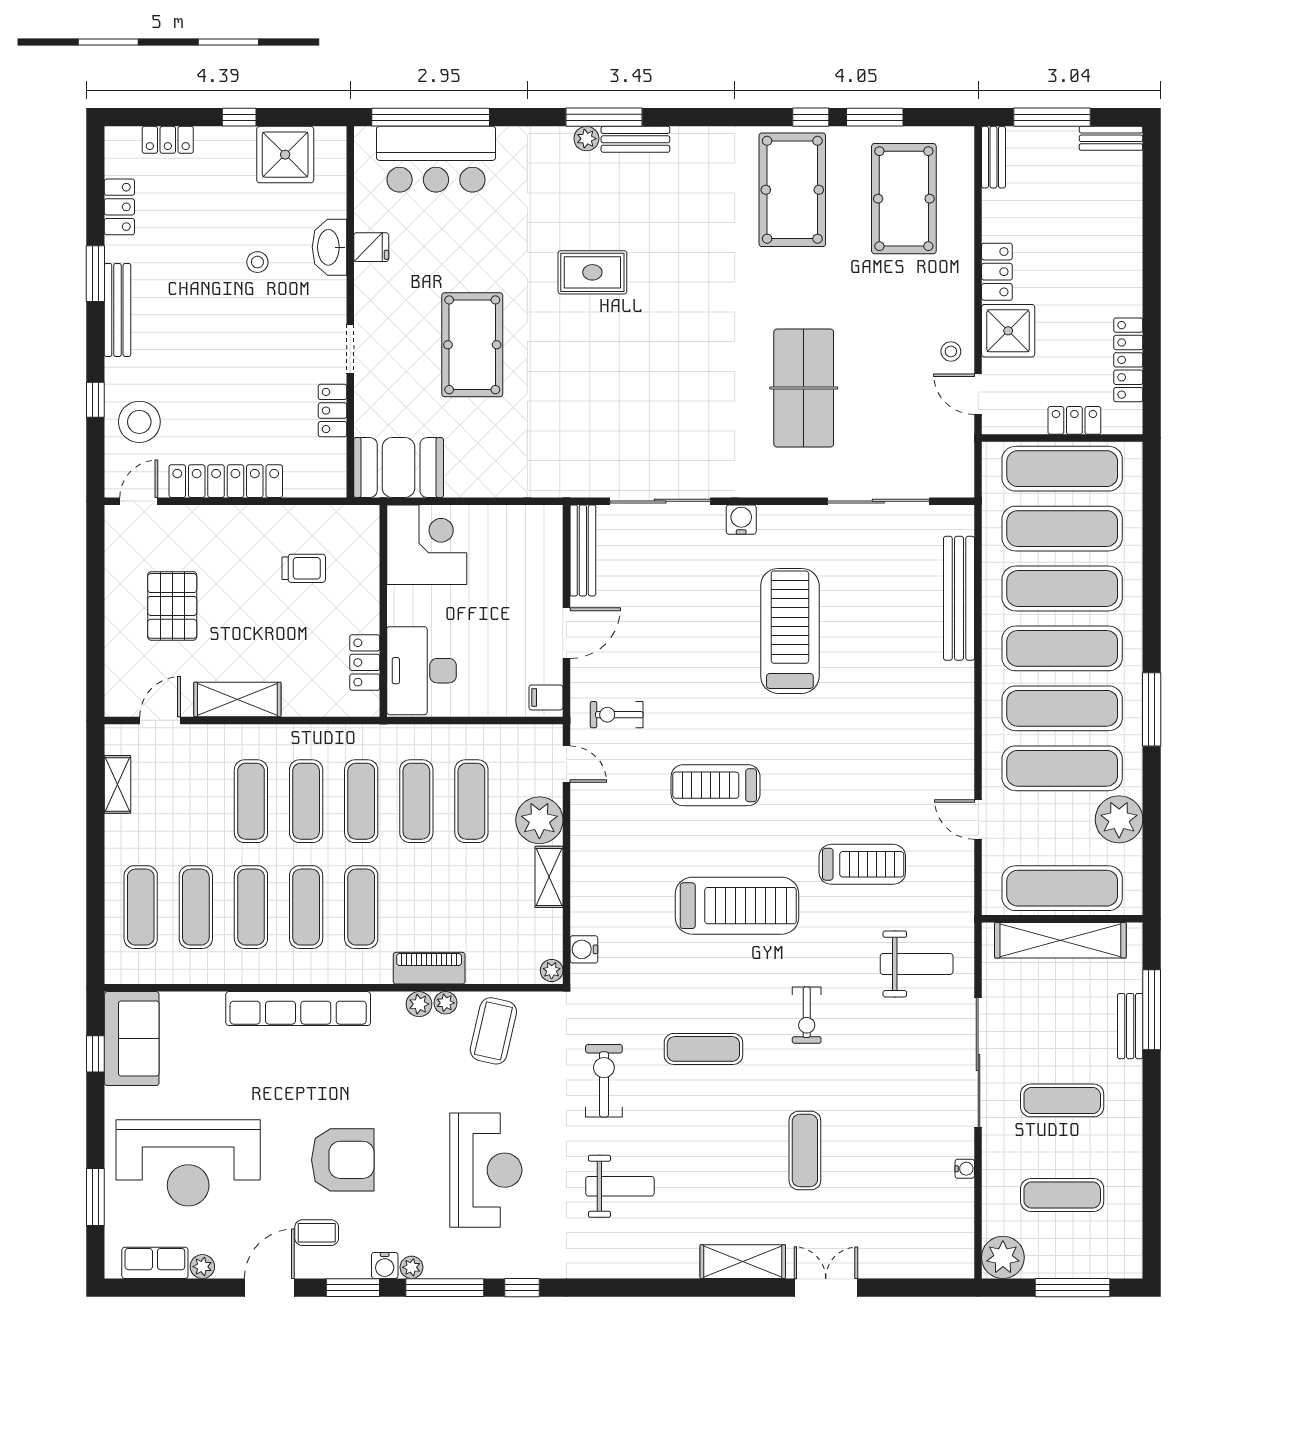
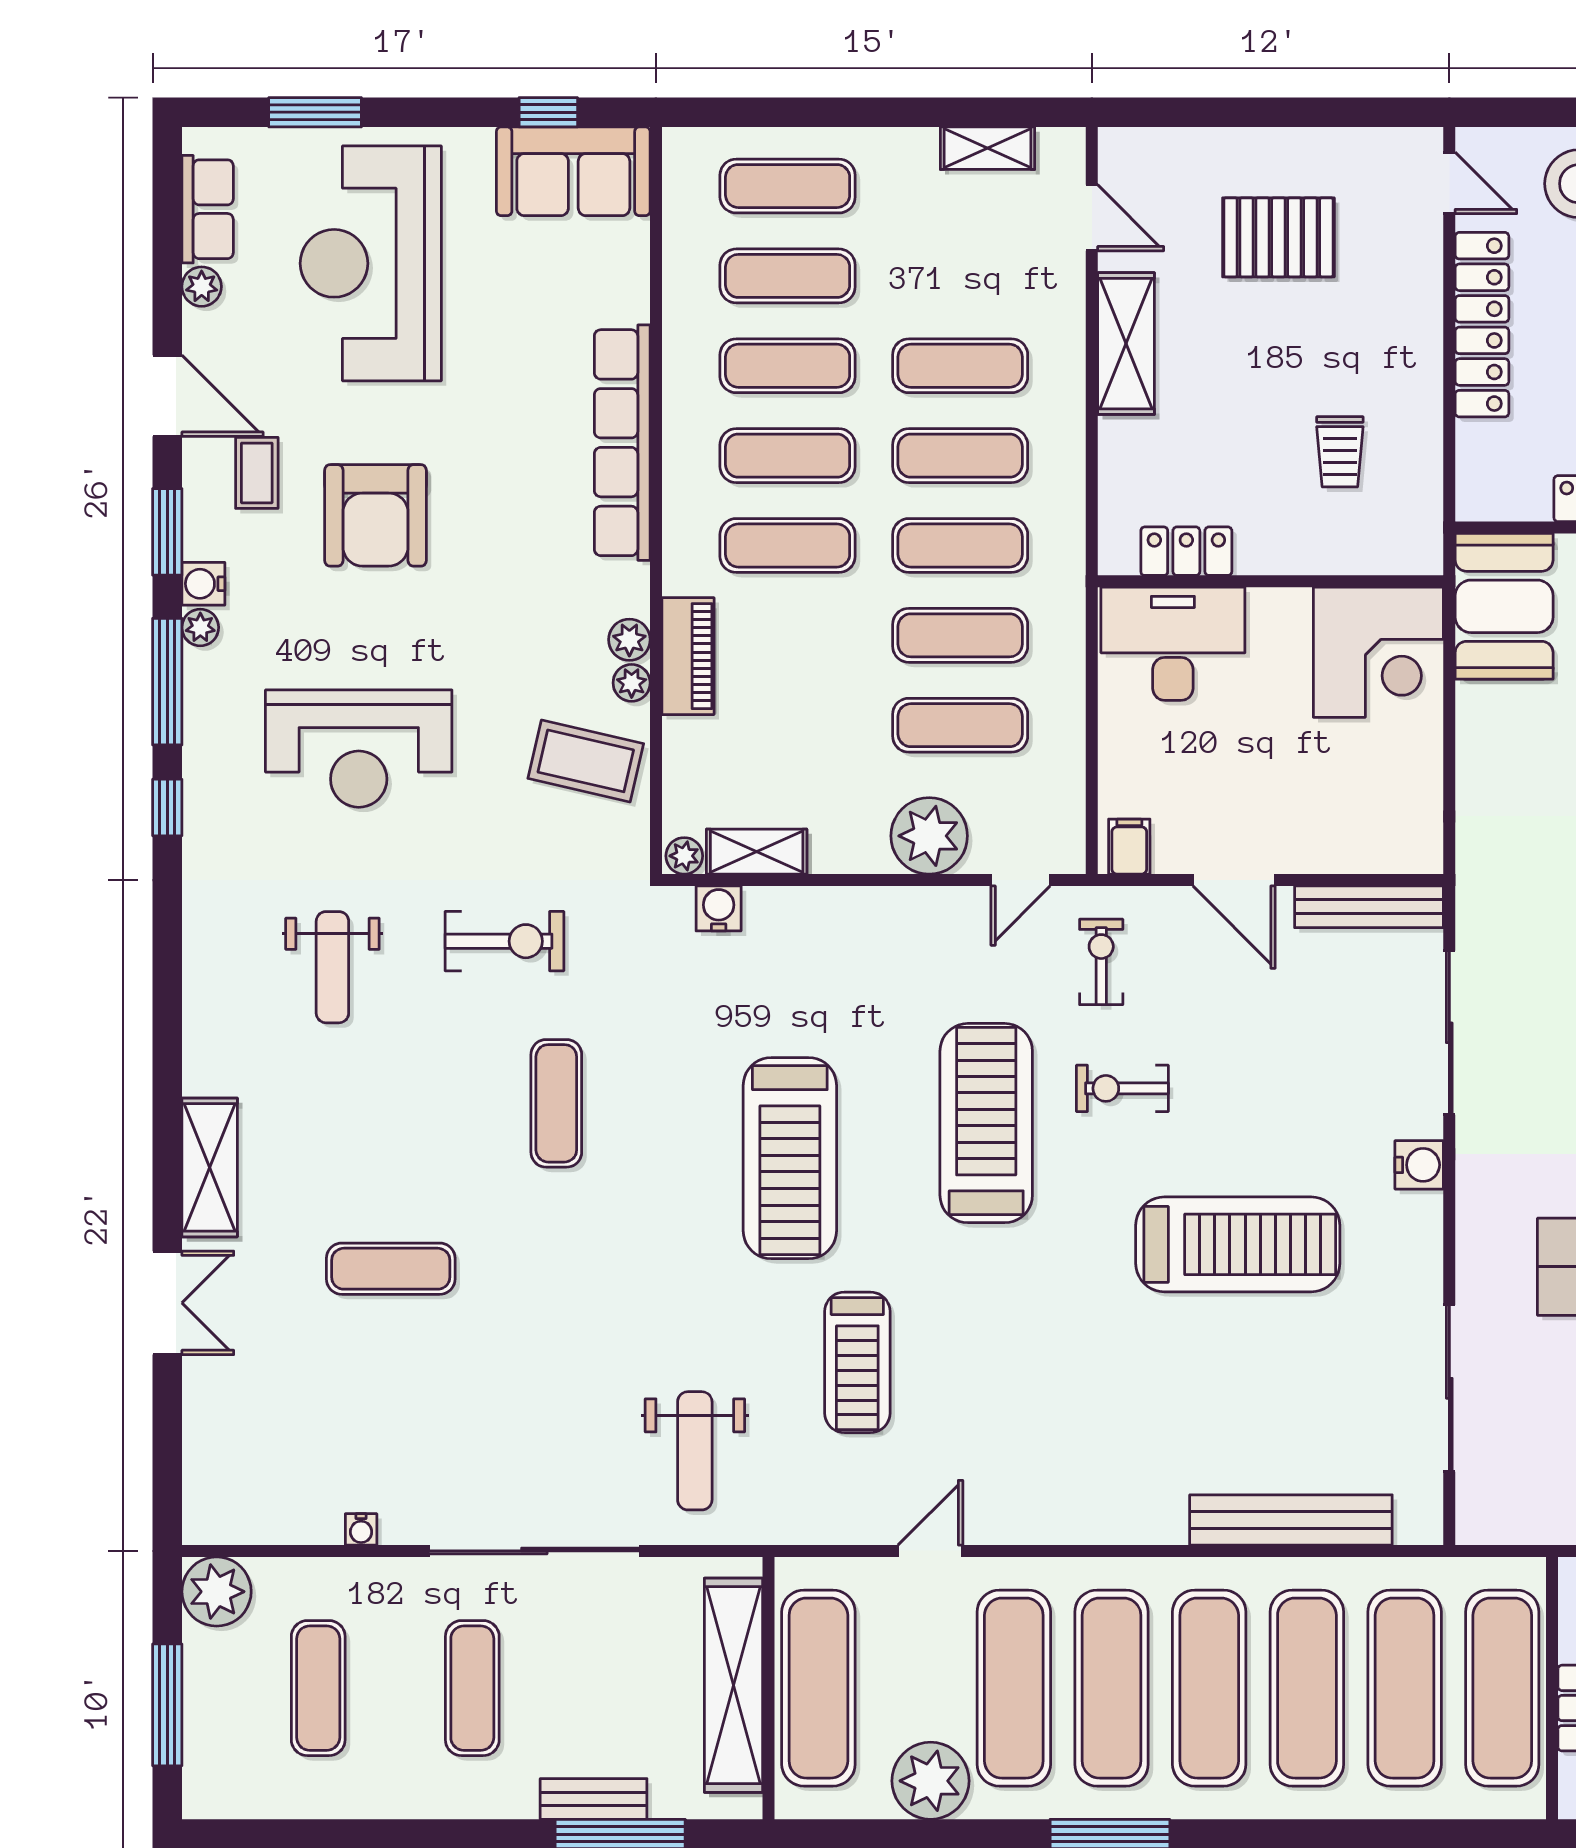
treadmill: (716, 785) -> (986, 1123), width x1.37, depth x1.37
shelving: (549, 877) -> (757, 852), moved
exercise bike: (807, 1015) -> (1122, 1088), moved

